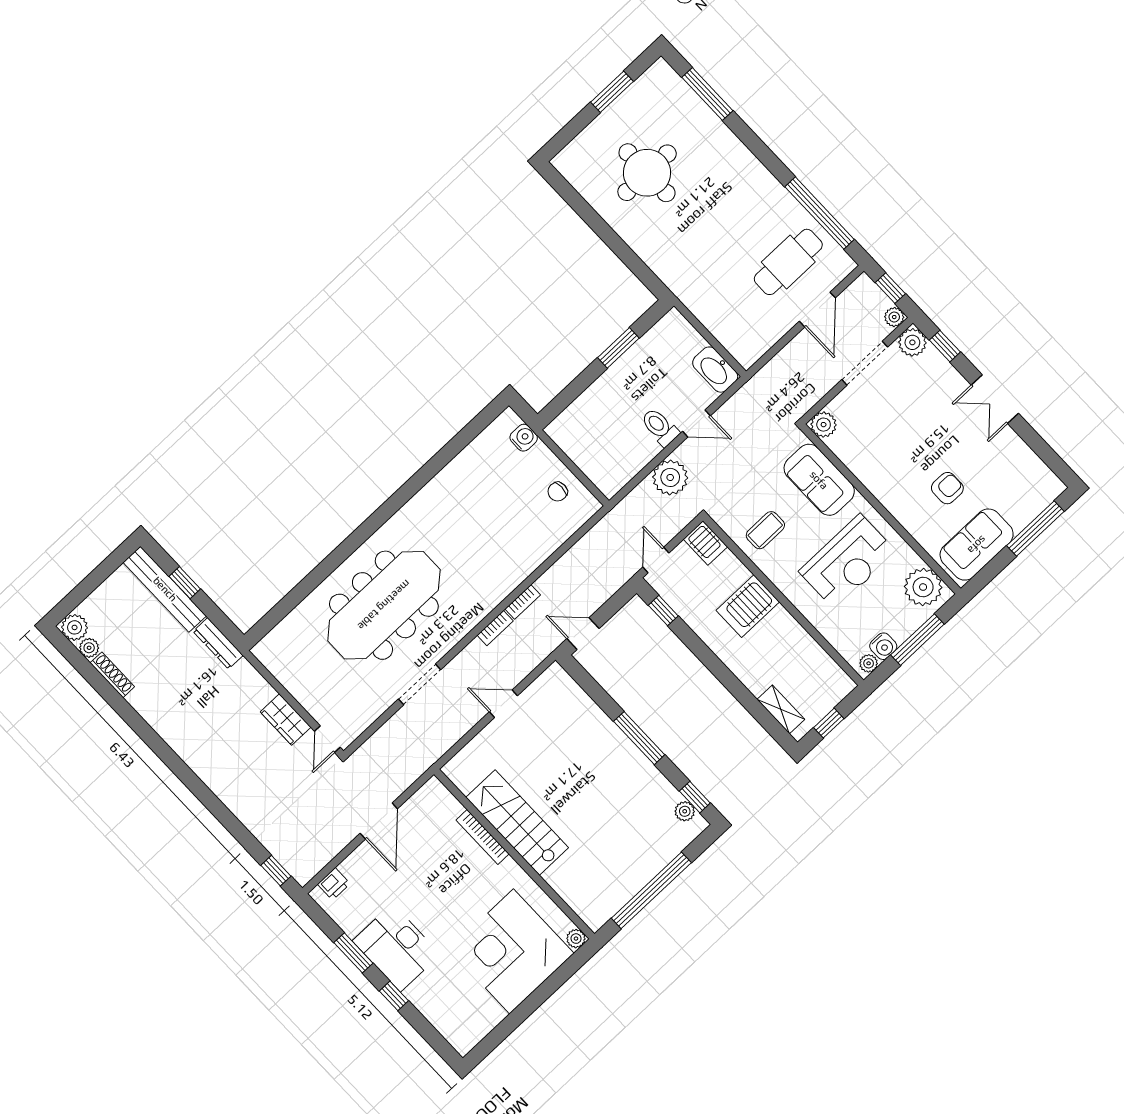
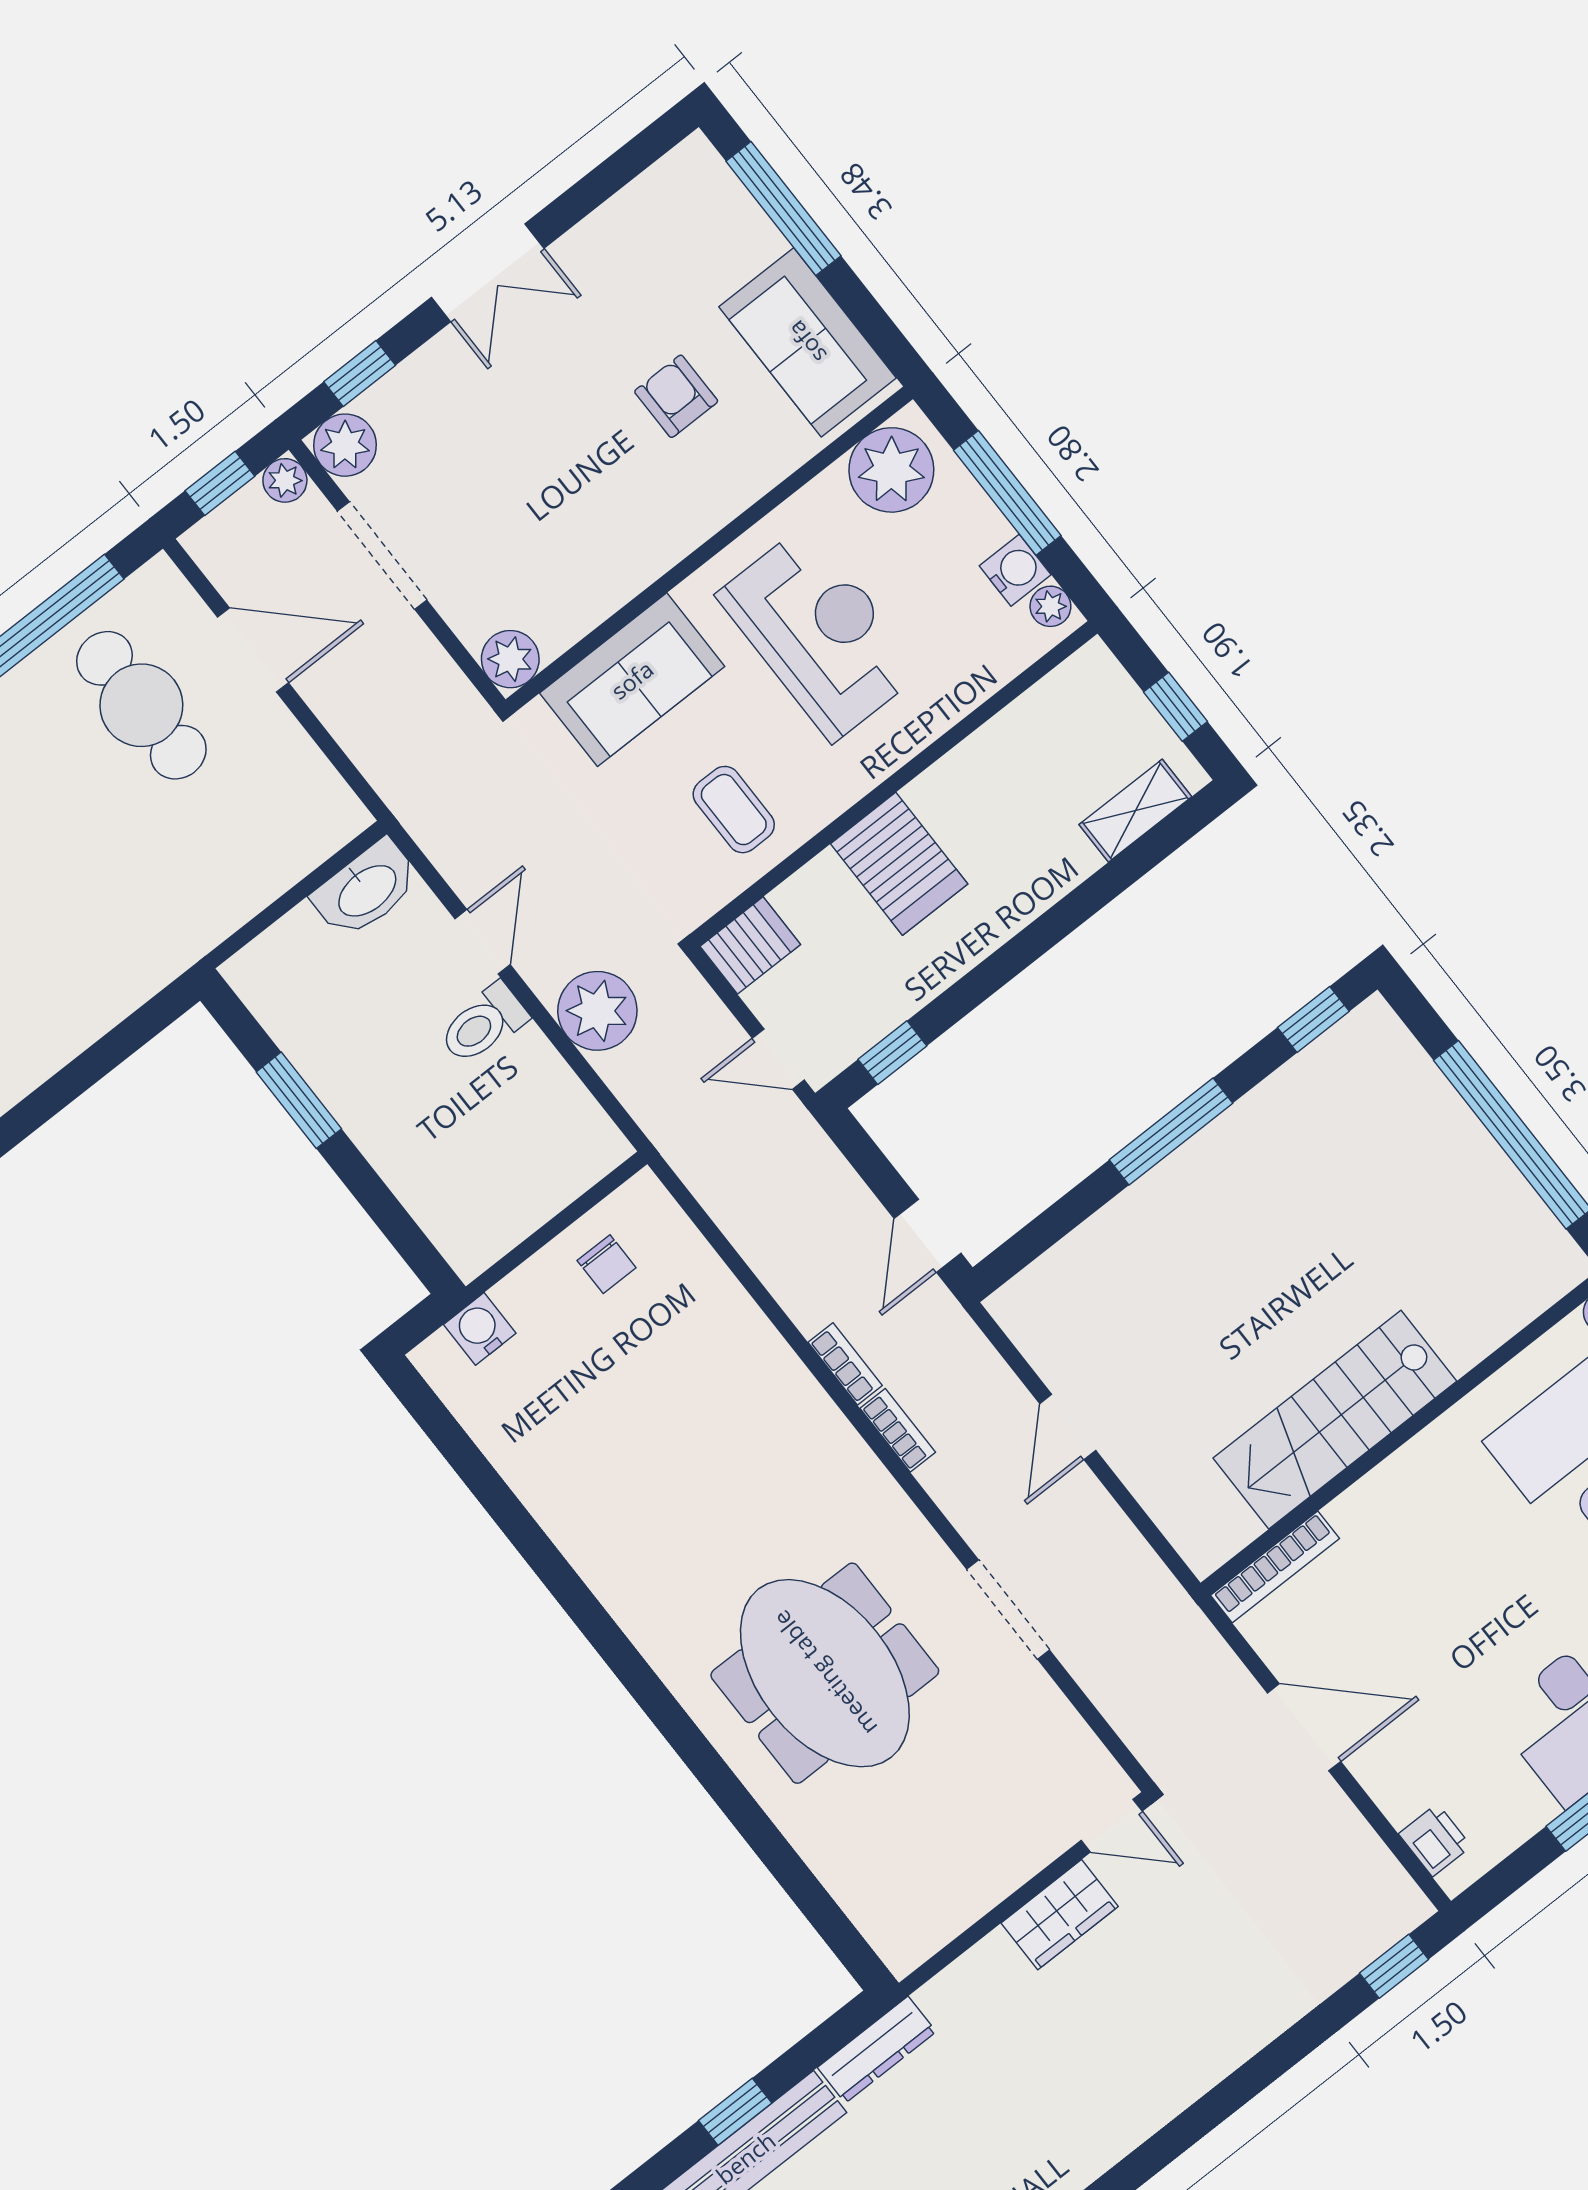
meeting table: (384, 605) -> (825, 1673), width x0.73
plant: (685, 811) -> (1343, 1045), removed
bookcase: (482, 837) -> (1275, 1567), moved

